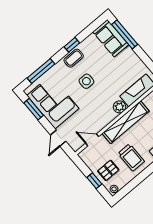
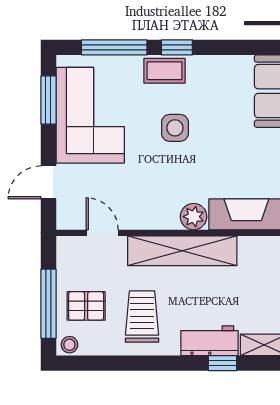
window: (72, 45) -> (177, 47), moved
coffee table: (74, 58) -> (164, 71), moved
trolley: (131, 157) -> (142, 317), turned 180
window: (94, 181) -> (48, 304), width x2.17

